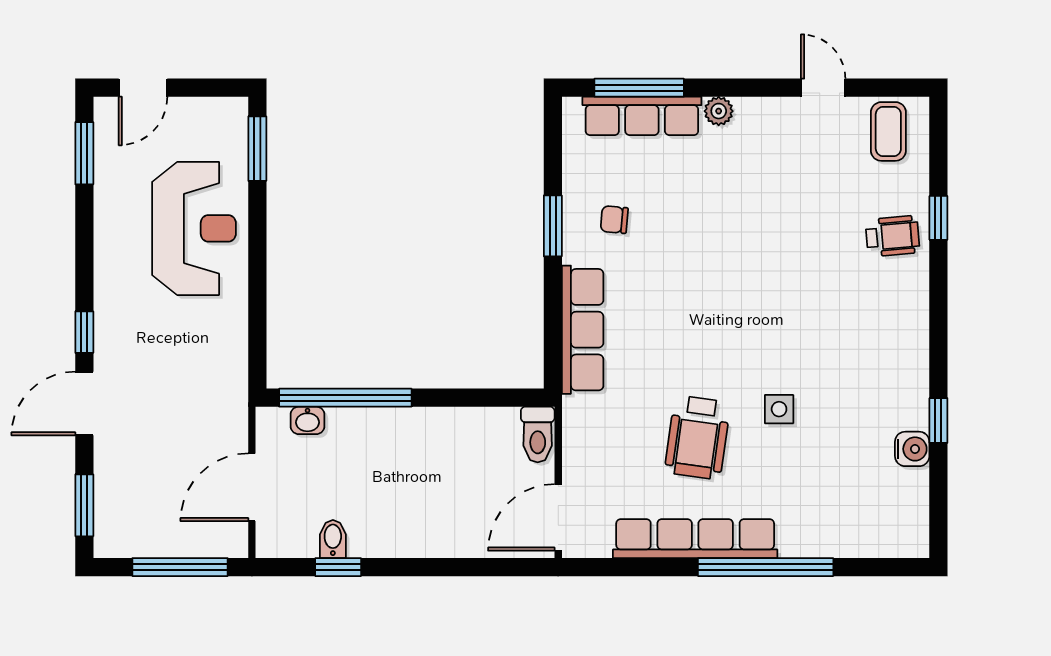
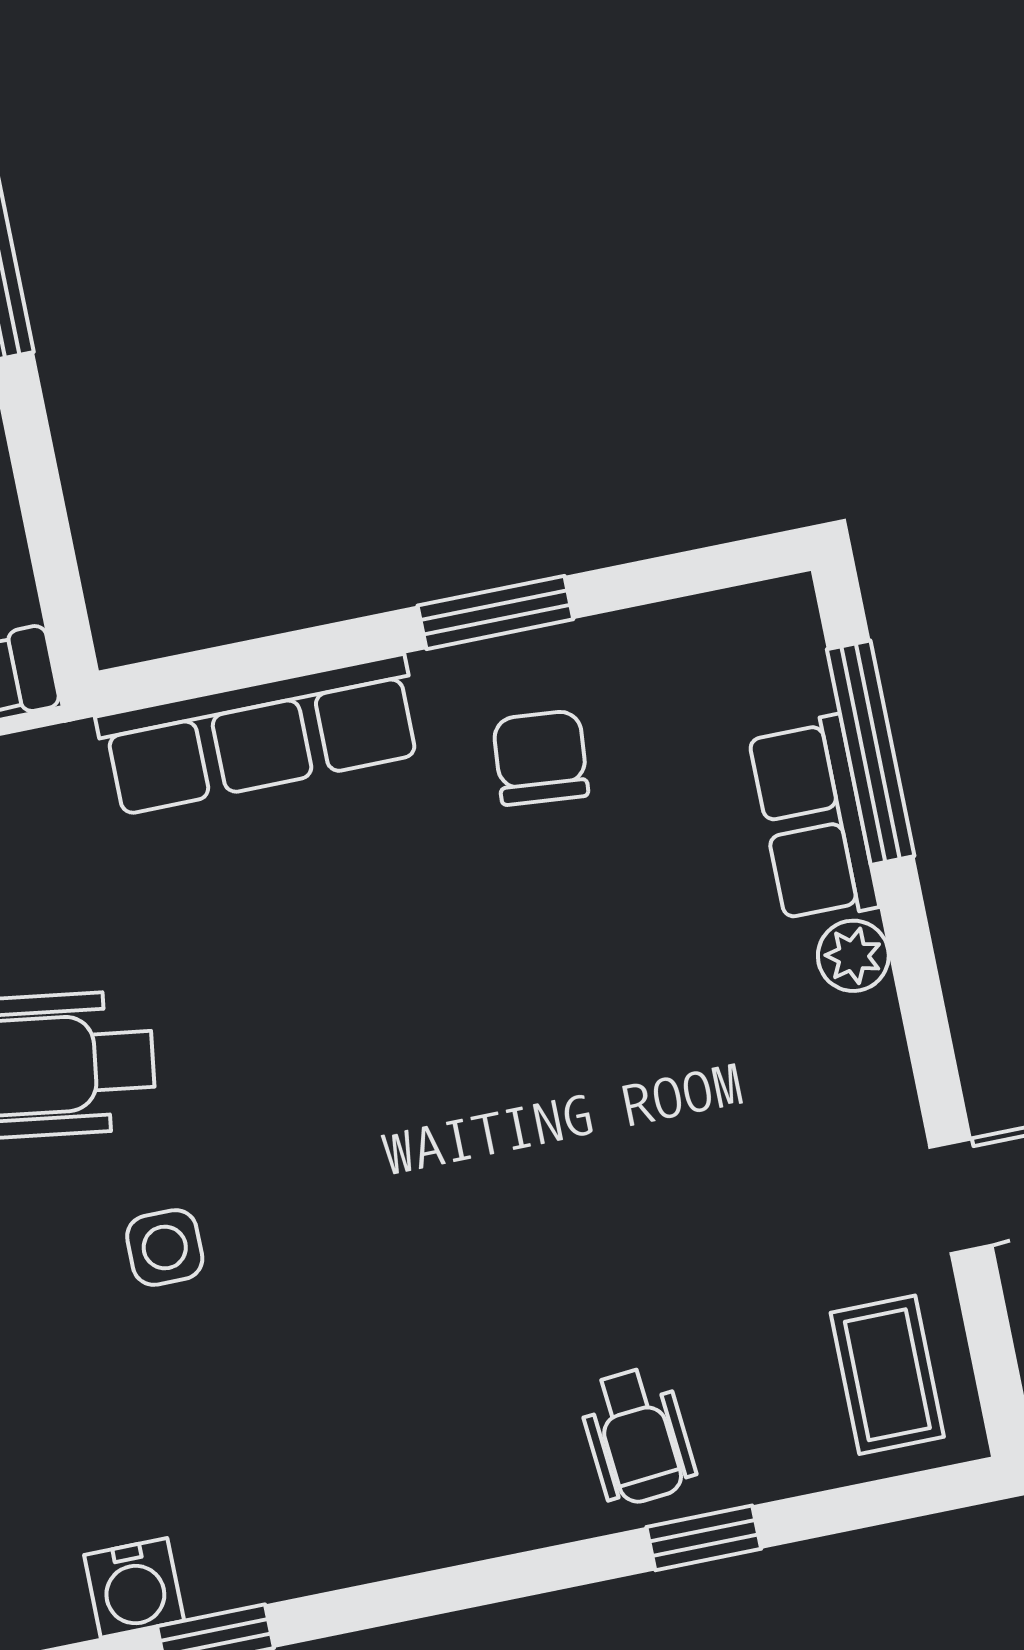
row of seats: (642, 116) -> (813, 820), width x0.68
coffee table: (888, 131) -> (887, 1375), turned 90
chair: (614, 220) -> (541, 758), width x1.37, depth x1.37

